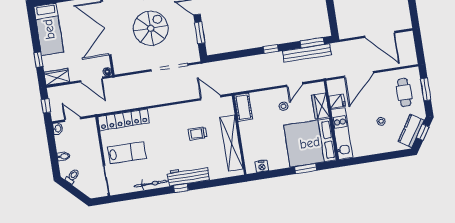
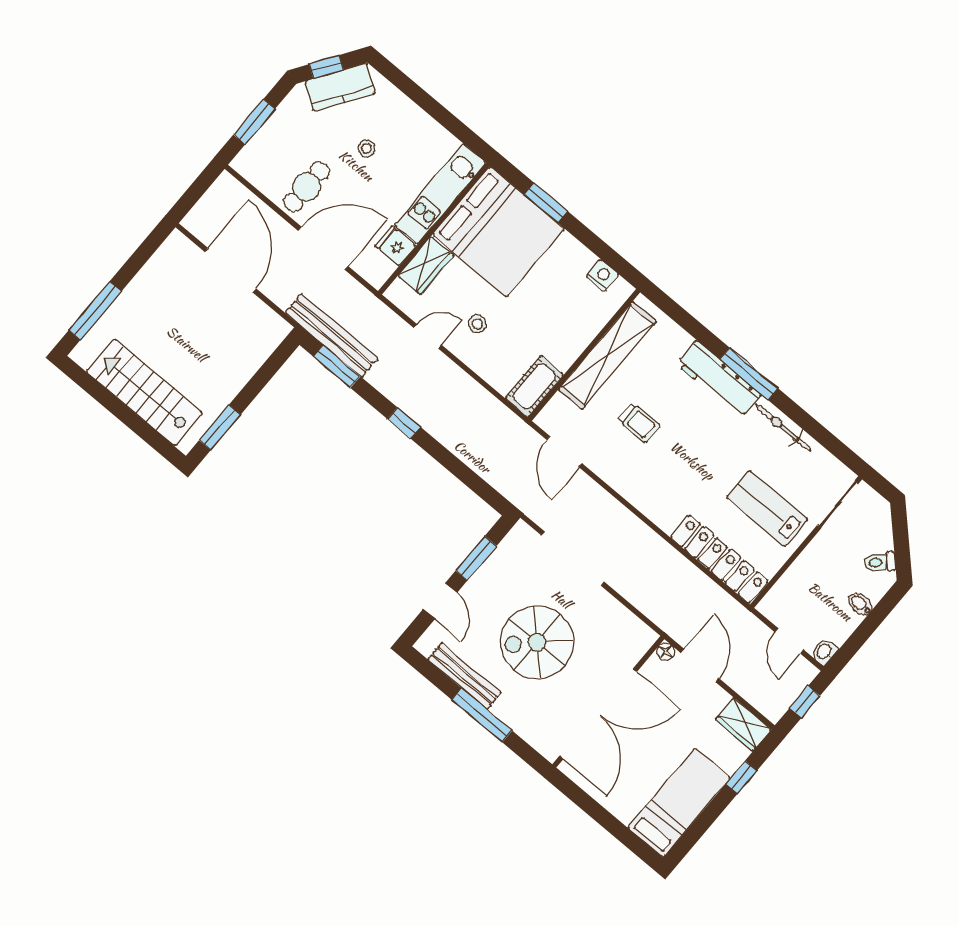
bench: (307, 53) -> (331, 336), moved
cafe table: (404, 93) -> (307, 187), moved
window: (181, 188) -> (749, 374), width x2.17

